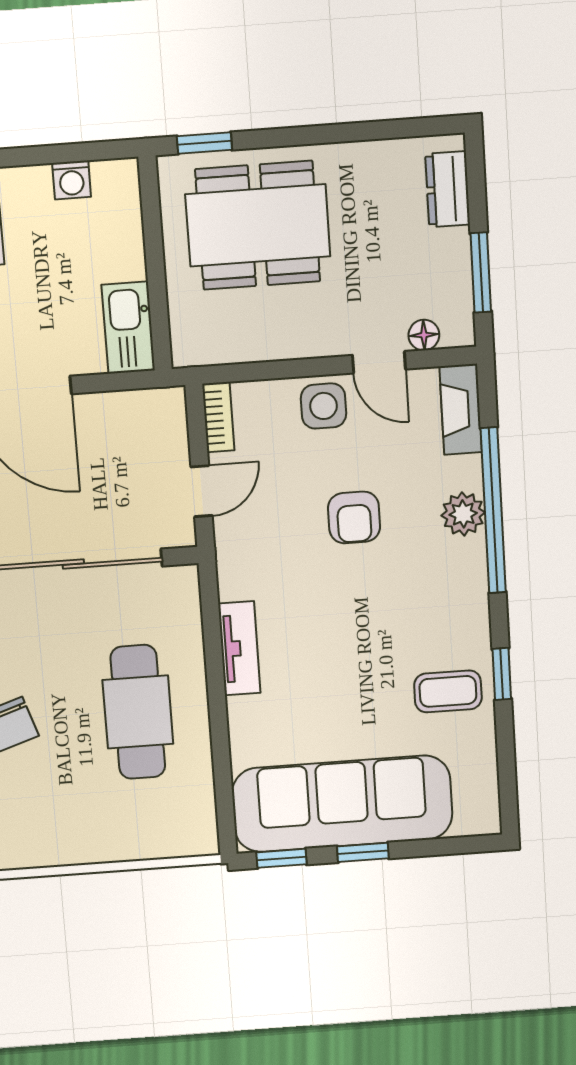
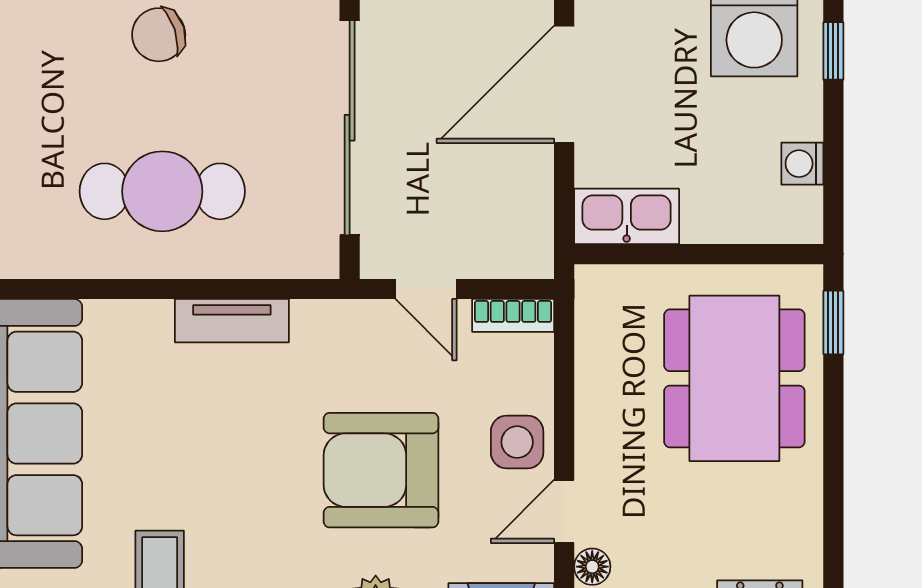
armchair: (354, 517) -> (381, 470), width x1.88, depth x1.88

